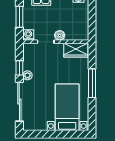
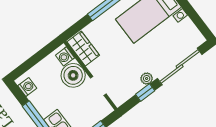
washing machine: (28, 35) -> (65, 56), moved
boiler: (60, 35) -> (73, 75), width x1.86, depth x1.86

